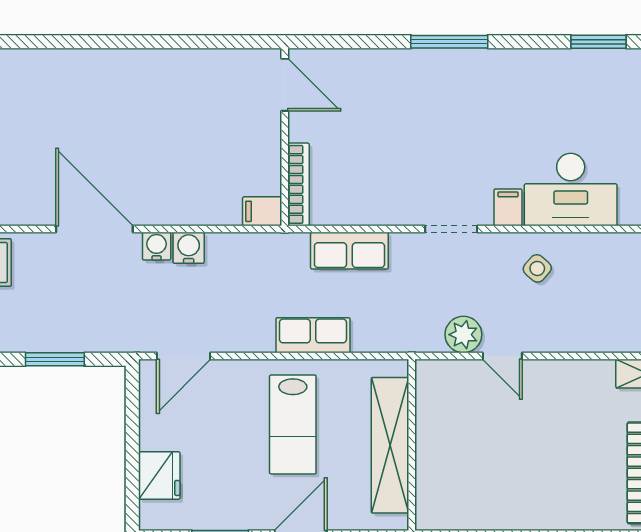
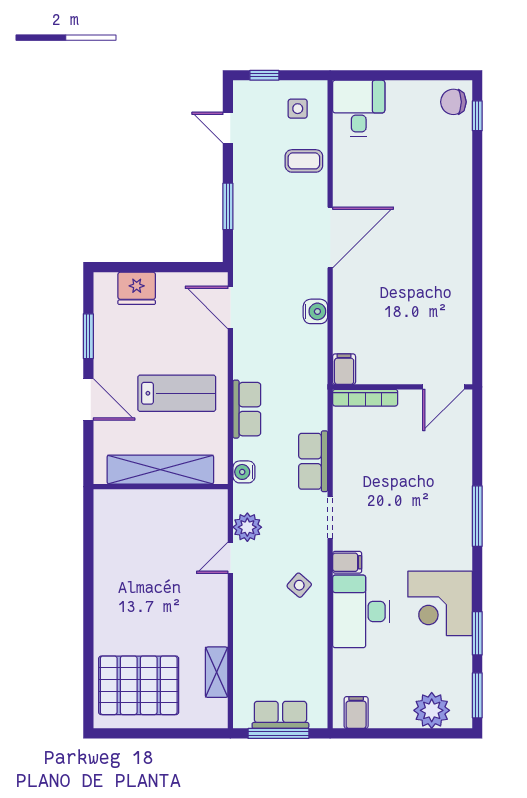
corner desk: (560, 89) -> (440, 603), added
water cooler: (157, 246) -> (244, 472), moved, turned 180
row of seats: (349, 251) -> (313, 461), moved
lab bench: (293, 424) -> (177, 393), turned 180

